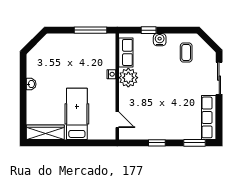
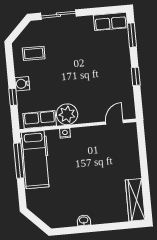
hospital bed: (77, 114) -> (35, 160), moved, turned -90
row of seats: (209, 117) -> (111, 21), width x0.68

